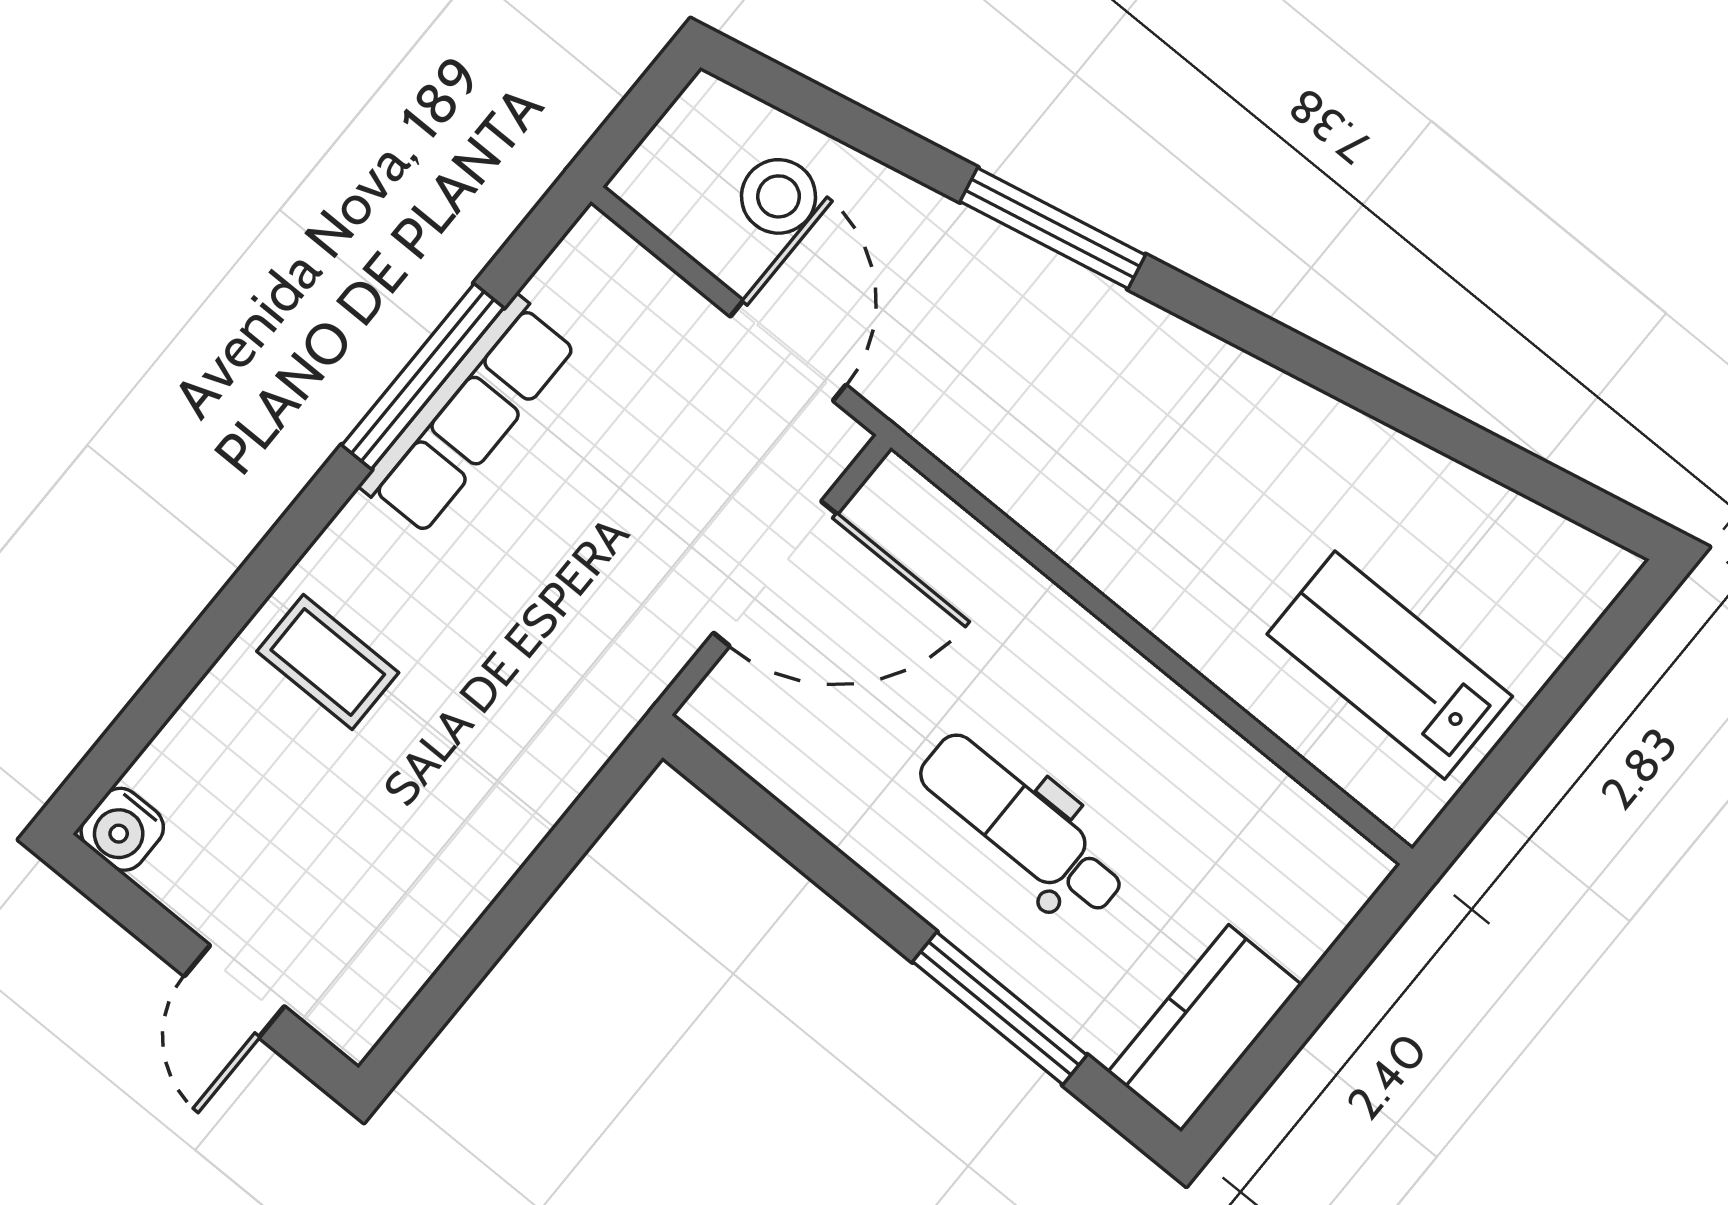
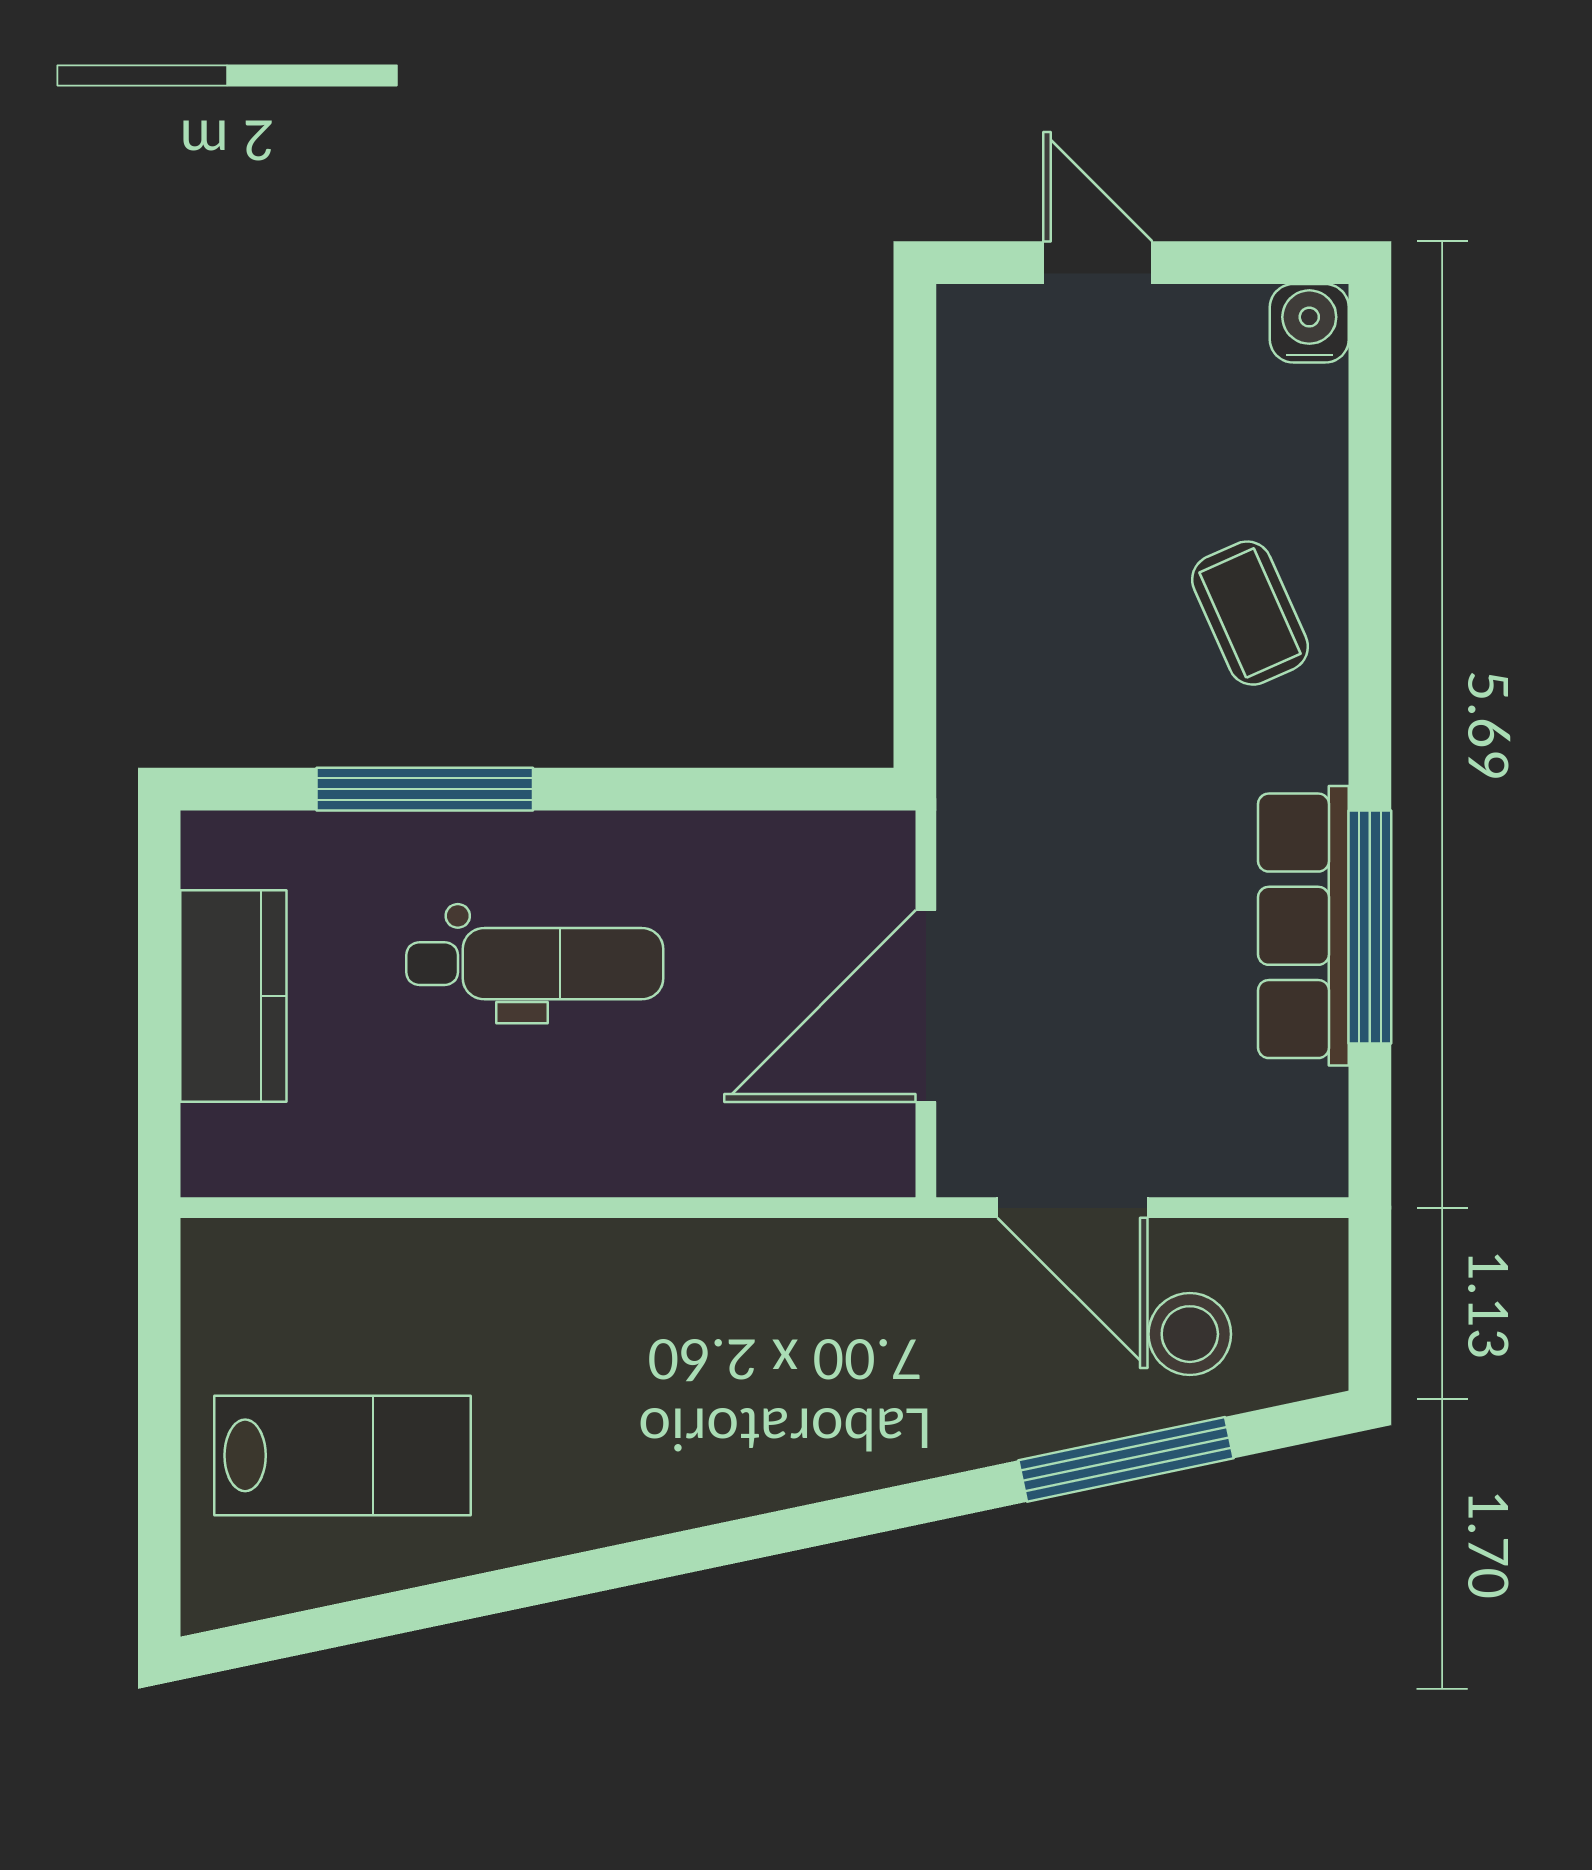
window: (1053, 228) -> (1126, 1459), moved
coffee table: (328, 662) -> (1250, 613), turned 66
lab bench: (1390, 665) -> (343, 1455), moved
kitchen counter: (1205, 1028) -> (233, 996), moved

